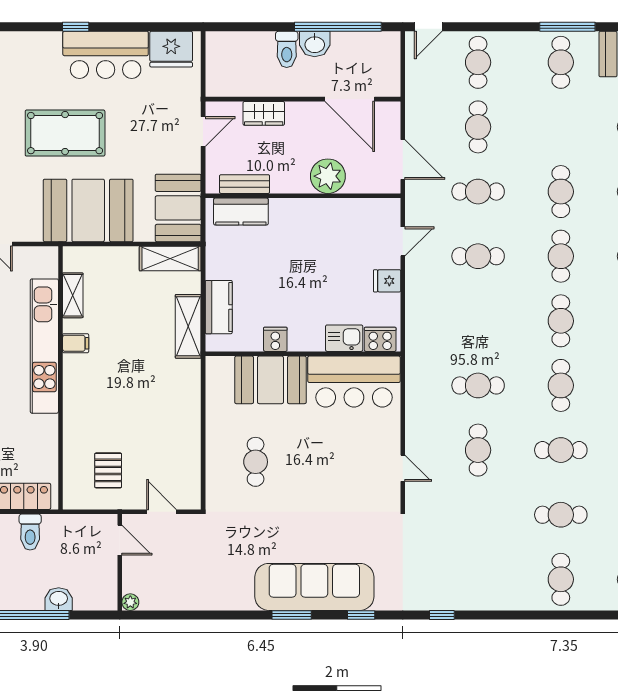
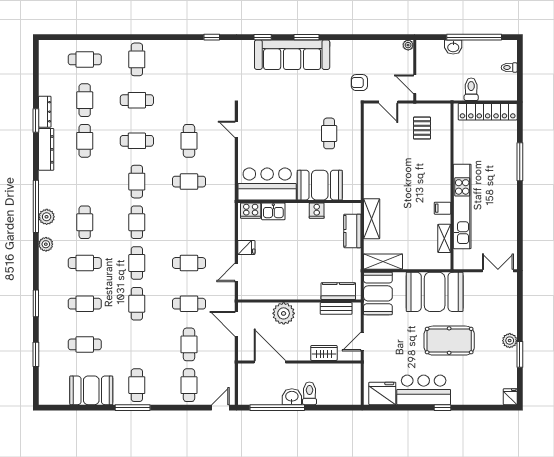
armchair: (208, 543) -> (359, 83), added

